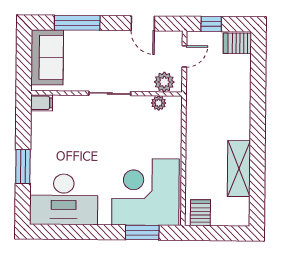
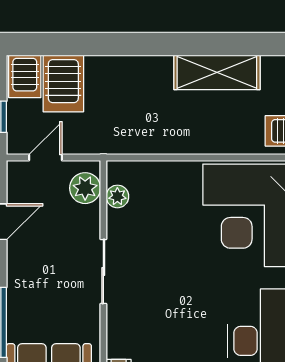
door: (184, 56) -> (45, 157), hinge flipped
server rack: (233, 68) -> (63, 83), added

